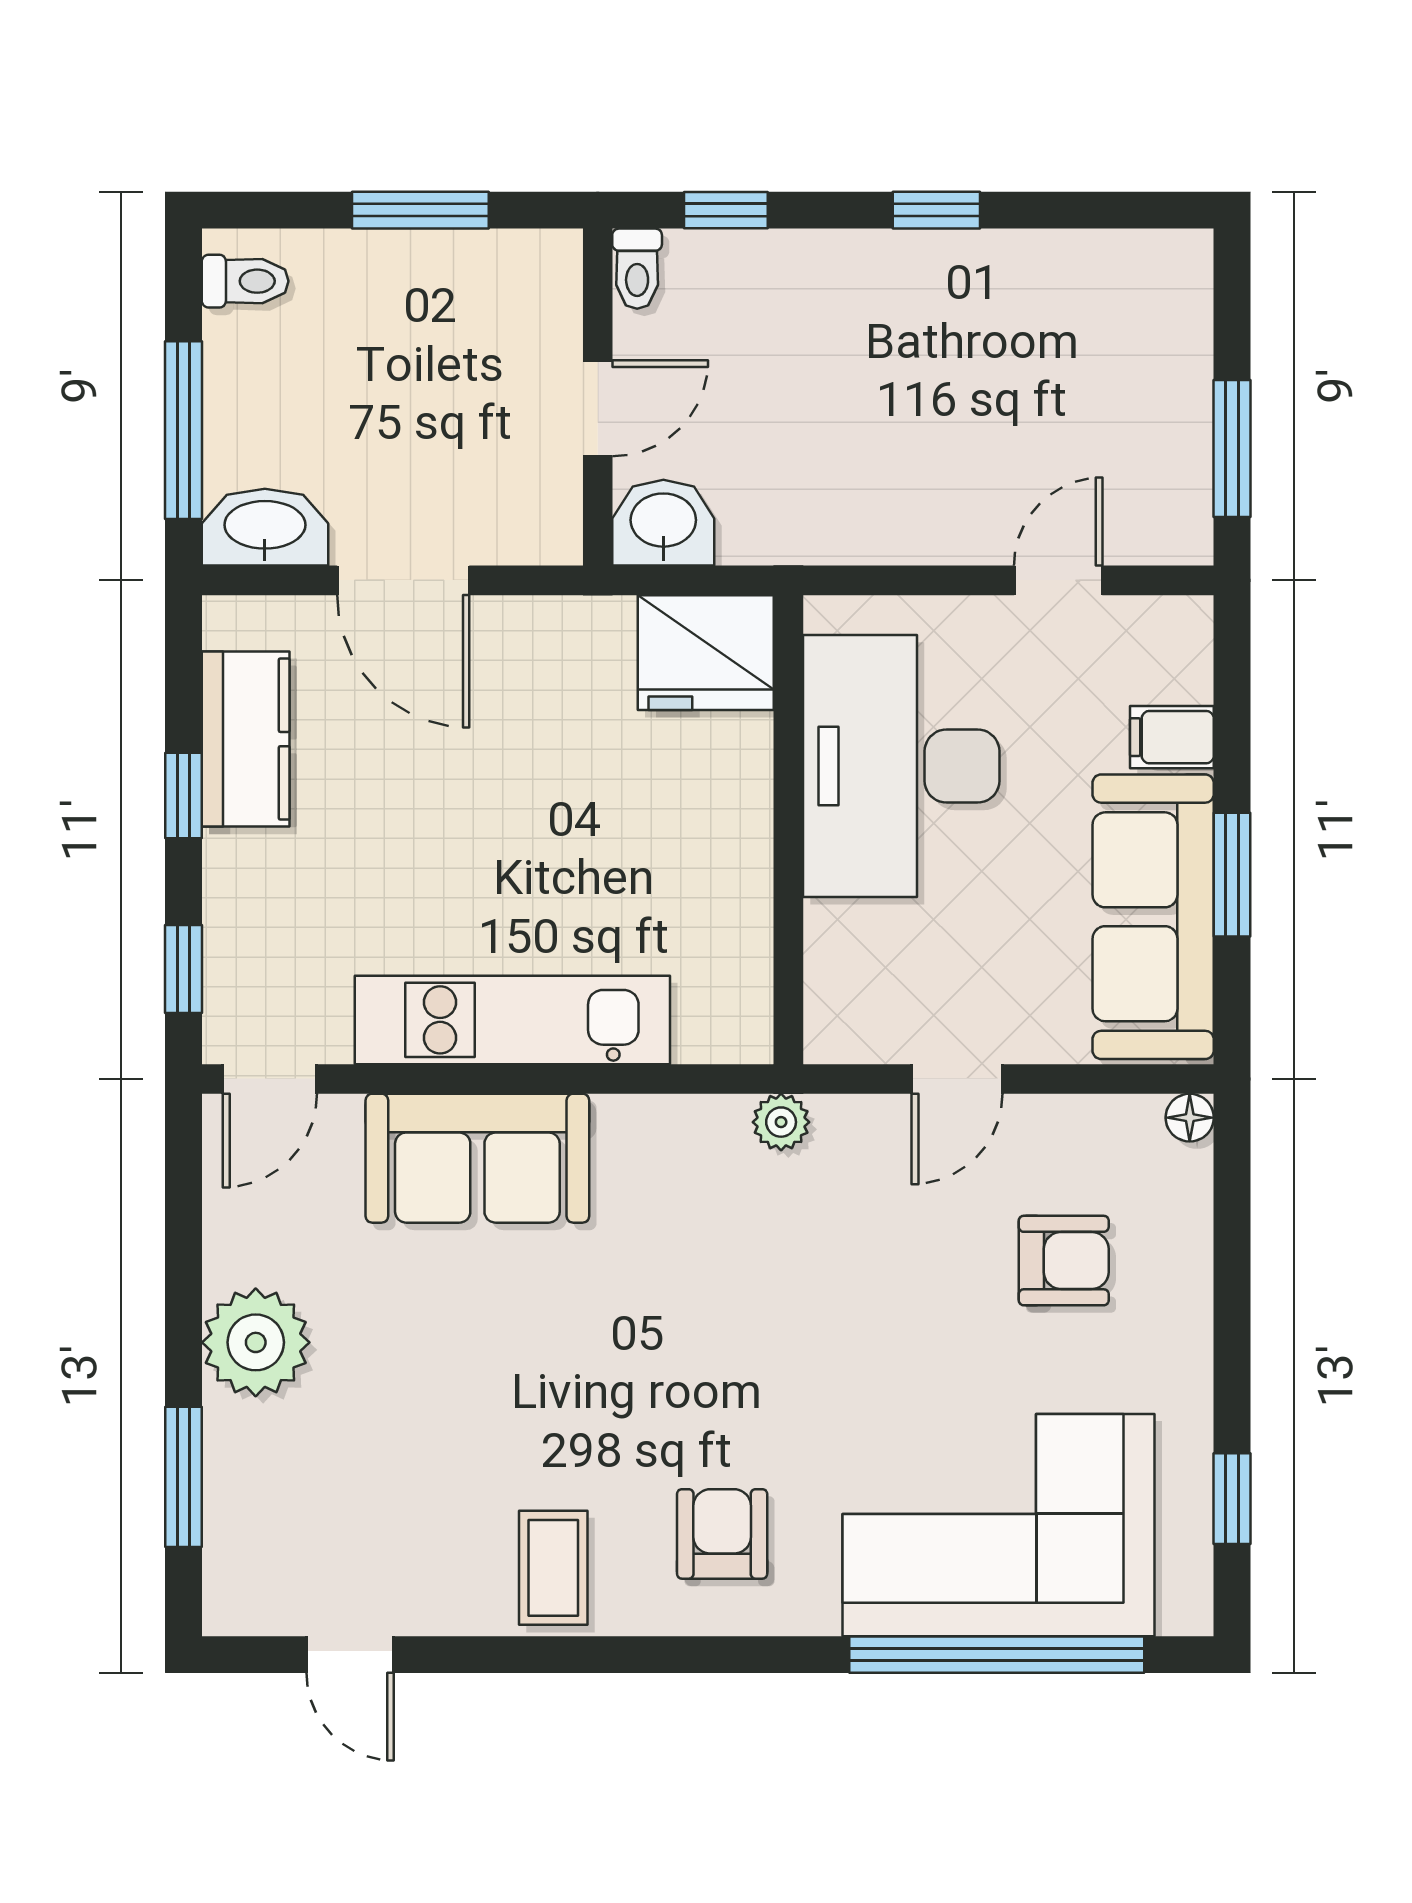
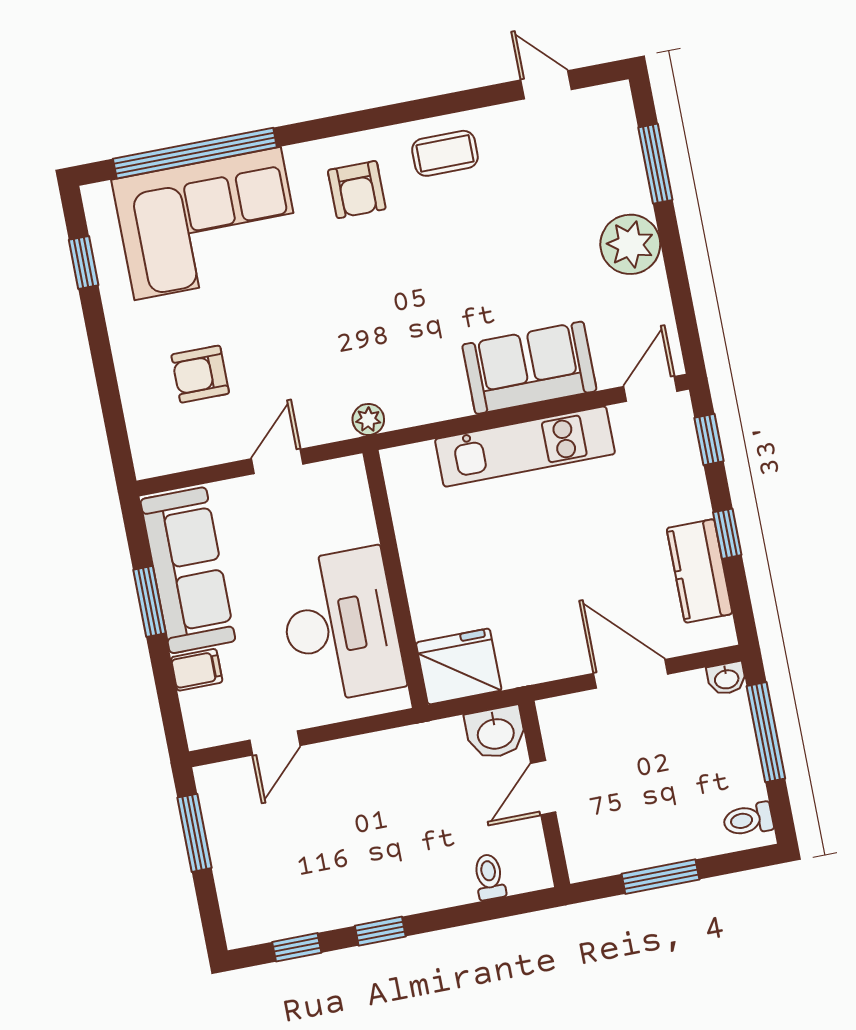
window: (726, 210) -> (297, 947), moved
toilet: (637, 269) -> (489, 877), moved
washbasin: (265, 527) -> (727, 678), width x0.52, depth x0.69
floor lamp: (1190, 1118) -> (147, 465), removed
coffee table: (553, 1568) -> (445, 153), turned 90

